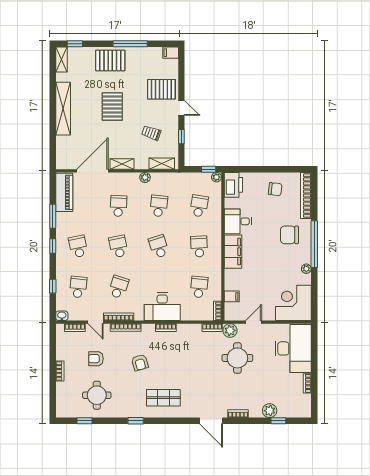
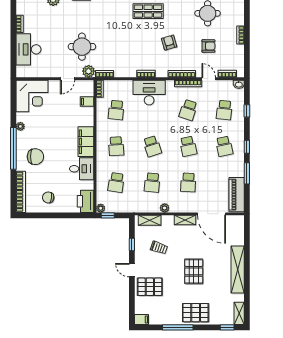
door: (92, 171) -> (212, 214), hinge flipped
desk: (293, 348) -> (28, 49), width x0.73, depth x0.77

